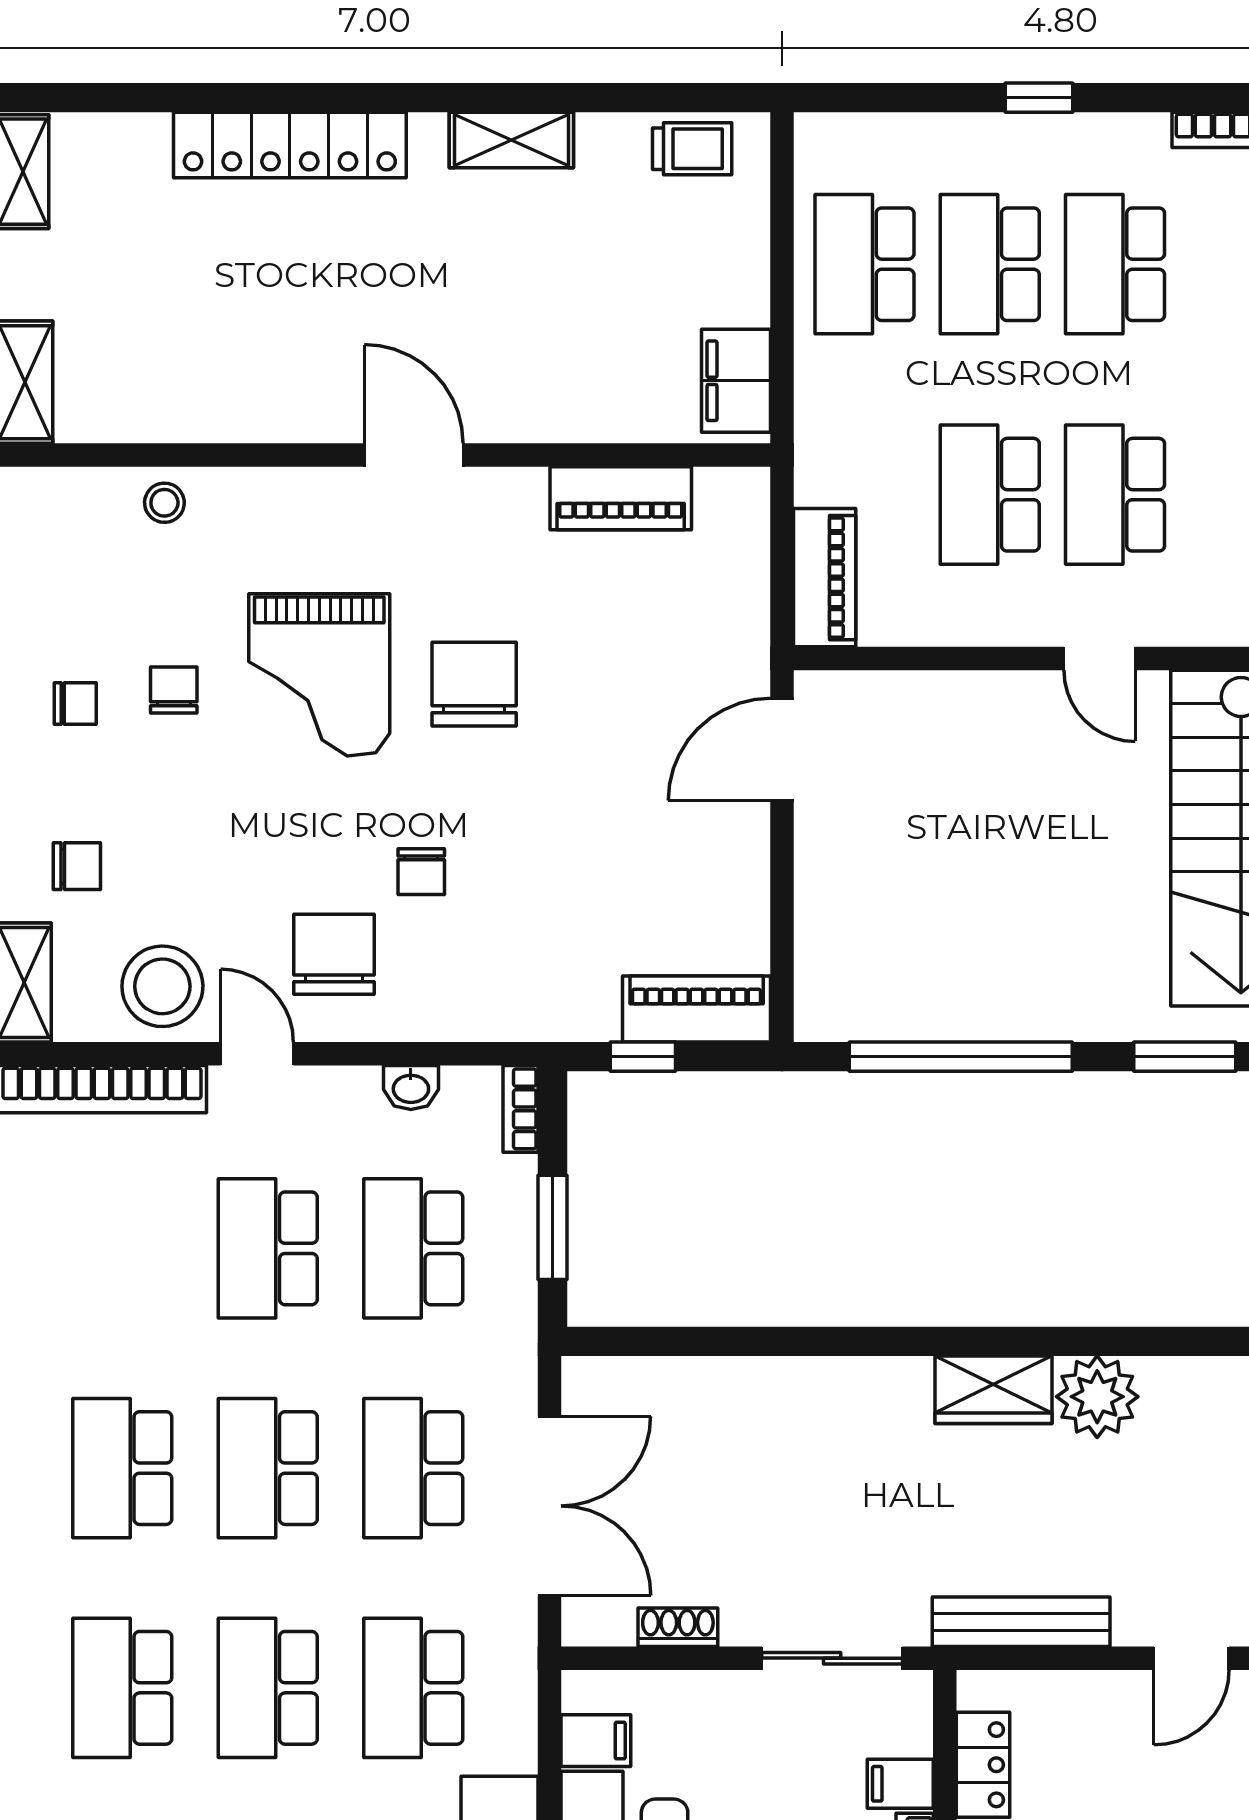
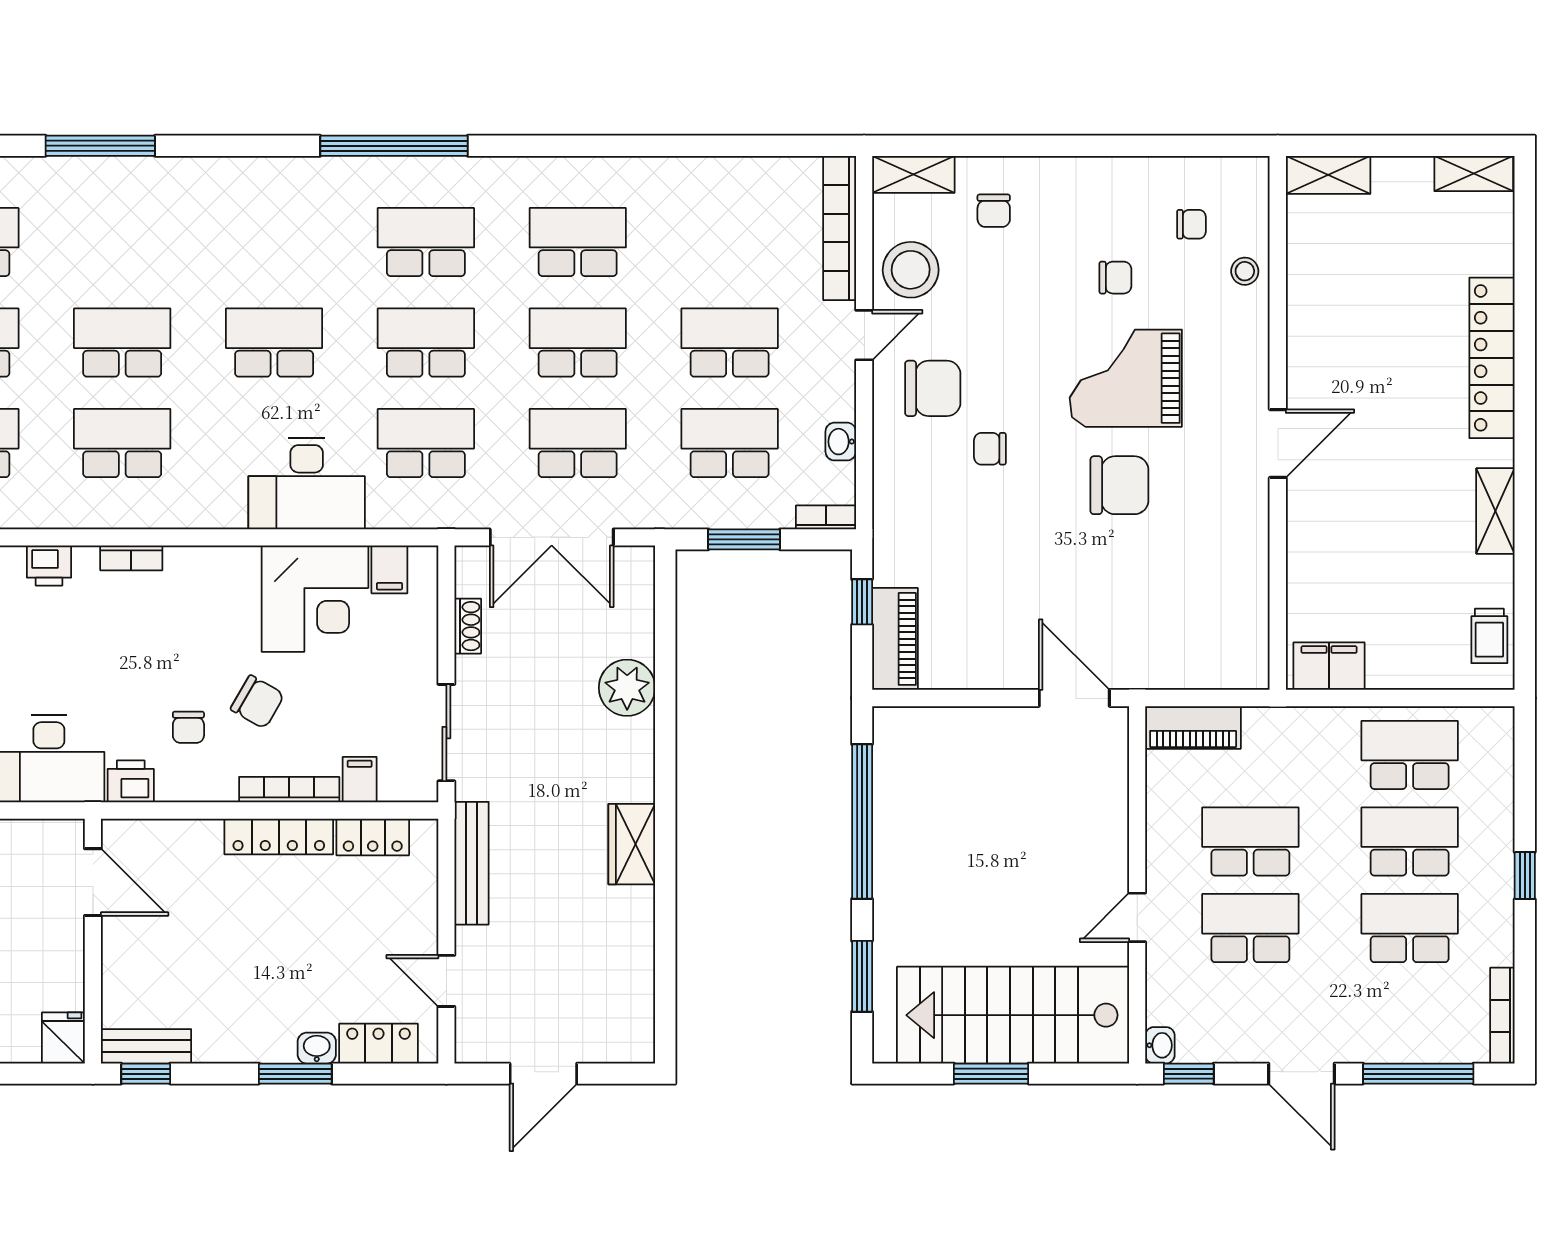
piano: (621, 498) -> (1248, 586), removed
chair: (75, 703) -> (1191, 224), moved, turned -90
plant: (1097, 1397) -> (627, 688), moved

